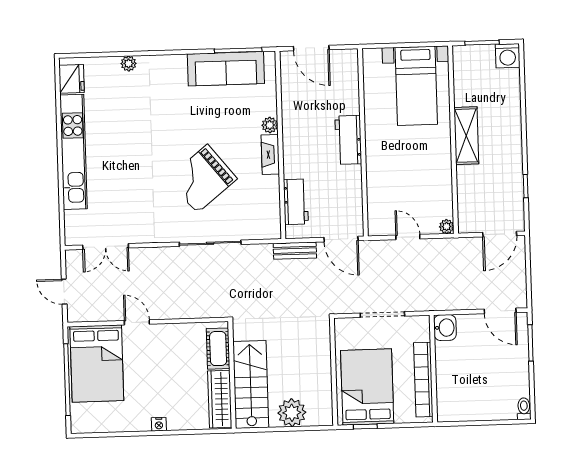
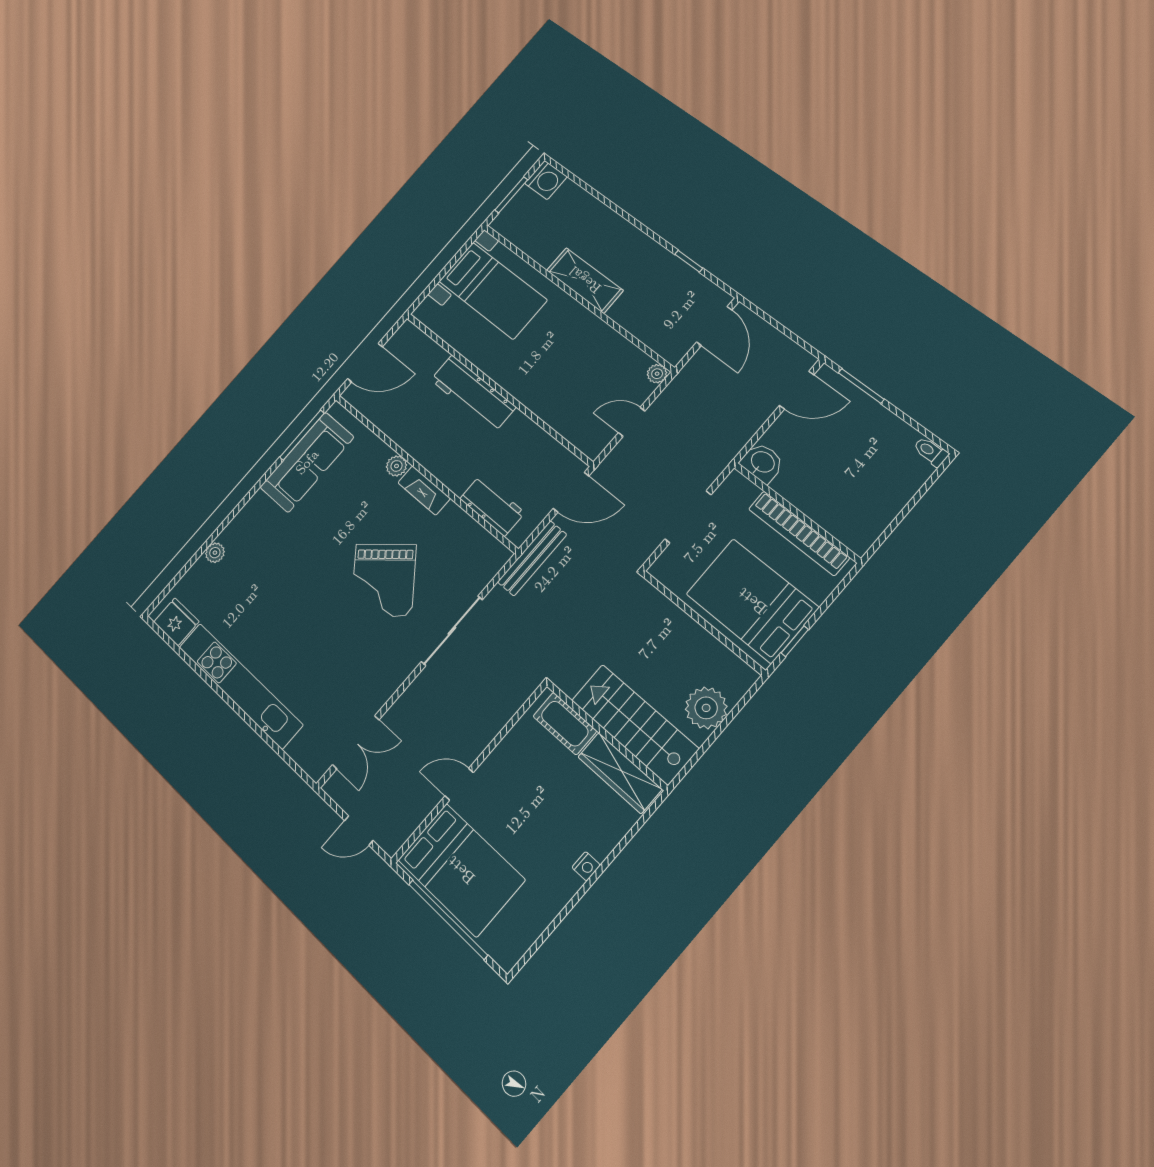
workbench: (348, 140) -> (473, 393), width x1.37
bench: (295, 251) -> (532, 558), width x1.36

